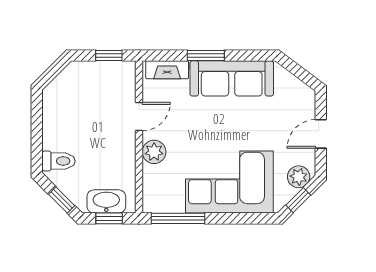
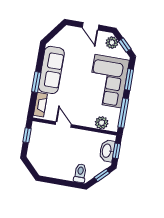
plant: (154, 152) -> (102, 123), moved
window: (239, 218) -> (129, 79), added

